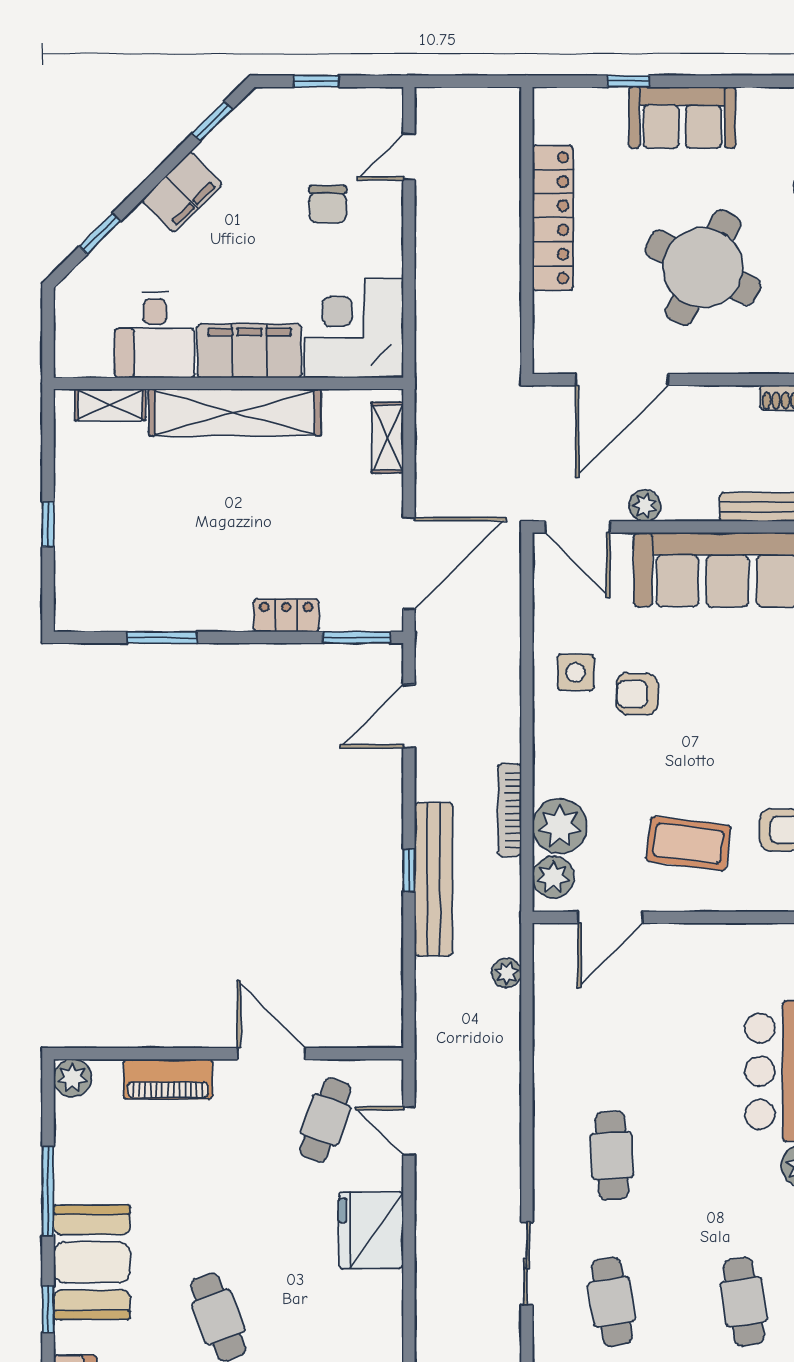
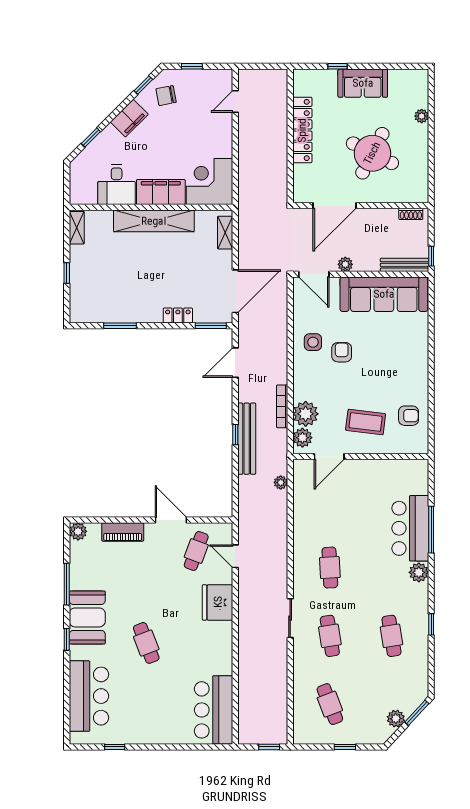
chair: (328, 204) -> (166, 96), moved, turned 79
shelving: (110, 405) -> (77, 228), moved, turned 90
armchair: (637, 694) -> (342, 352), turned 90

